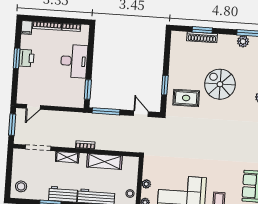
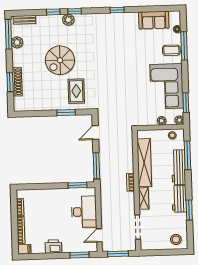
window: (17, 58) -> (79, 255), moved
desk: (74, 61) -> (84, 212), moved, turned 90
door: (33, 107) -> (99, 235), swing flipped
shelving: (104, 162) -> (144, 163), width x1.47

